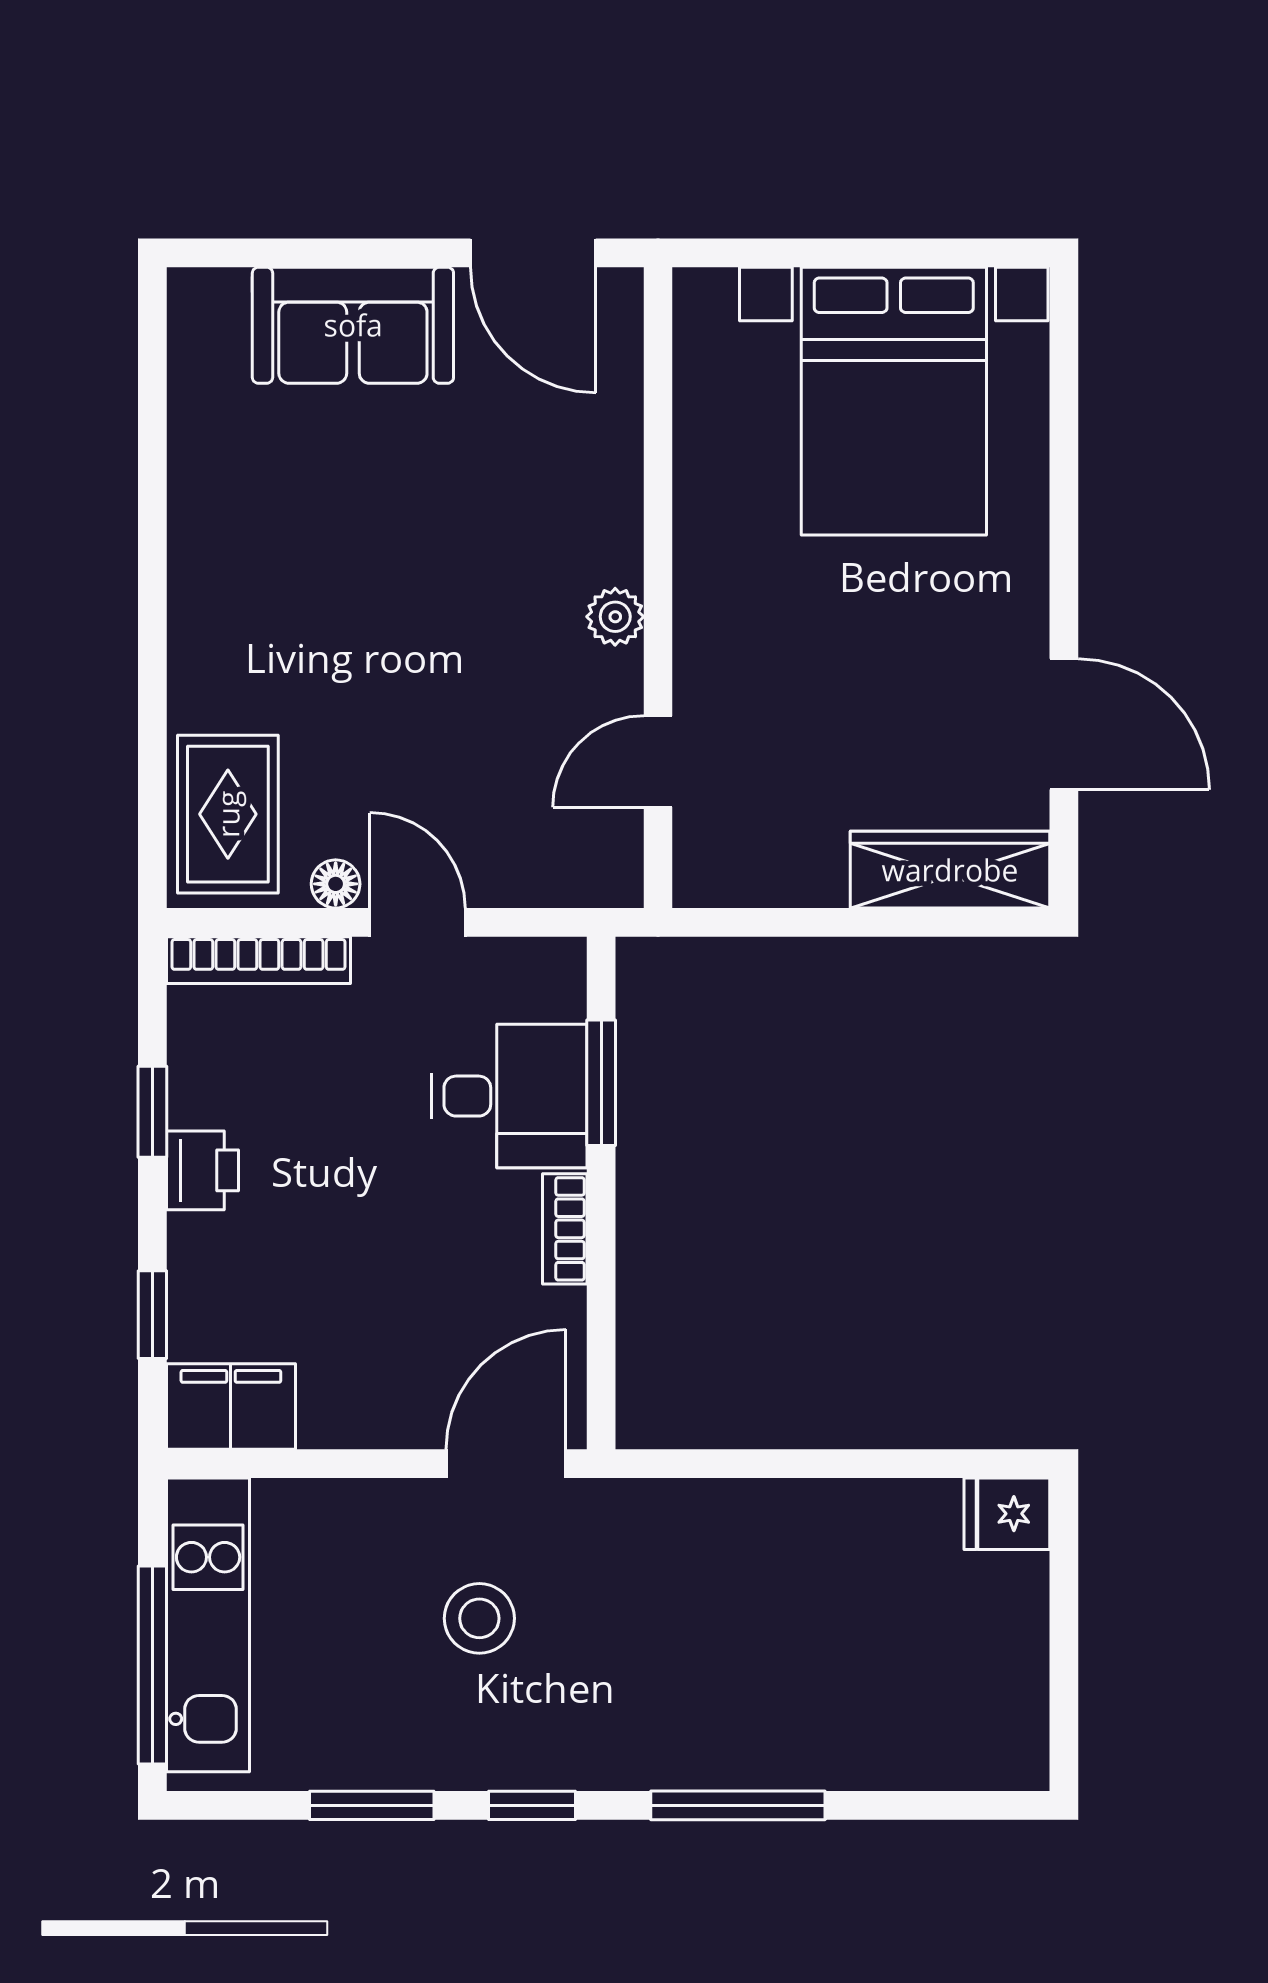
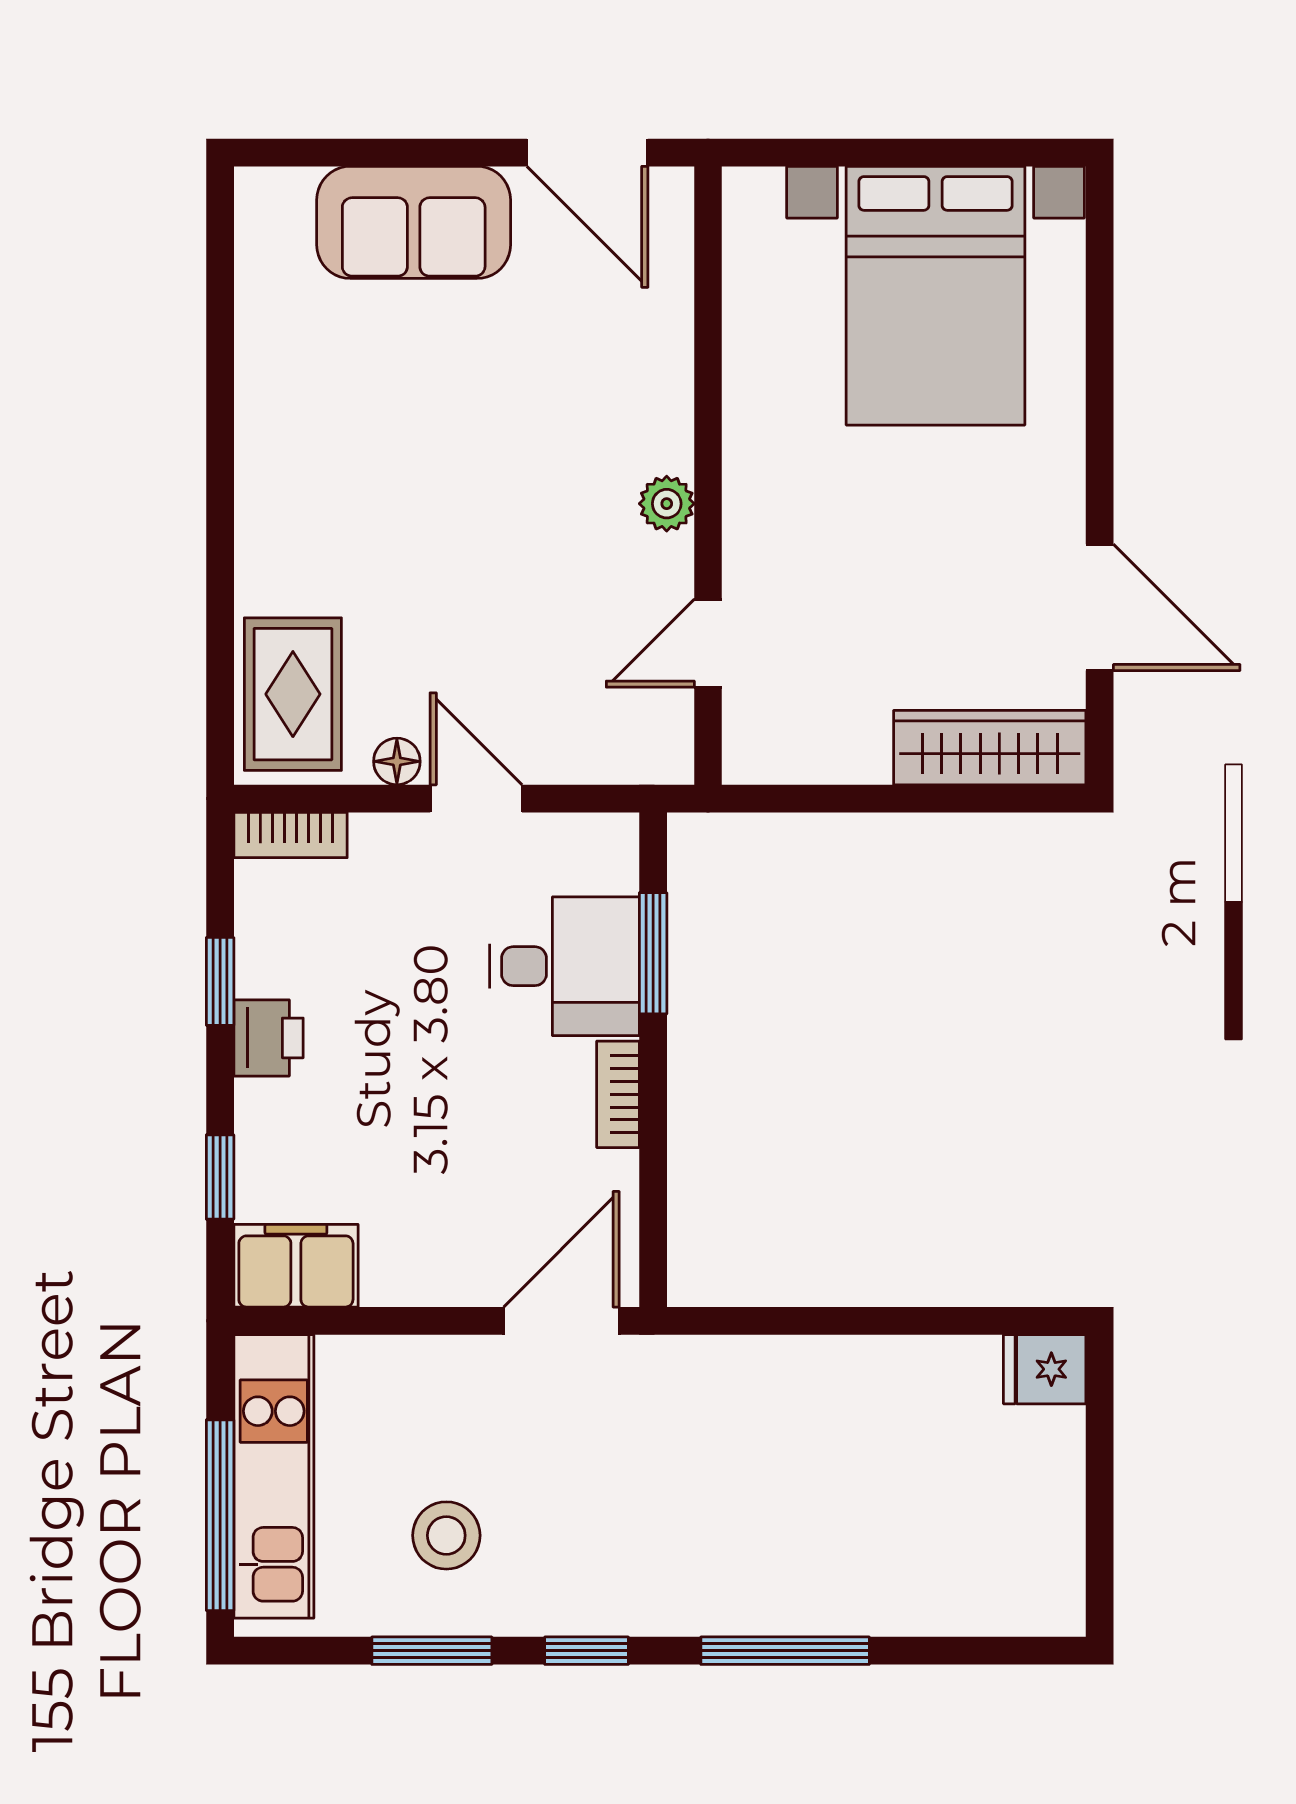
bookcase: (258, 960) -> (291, 835), width x0.64
stool: (479, 1618) -> (446, 1535), moved

